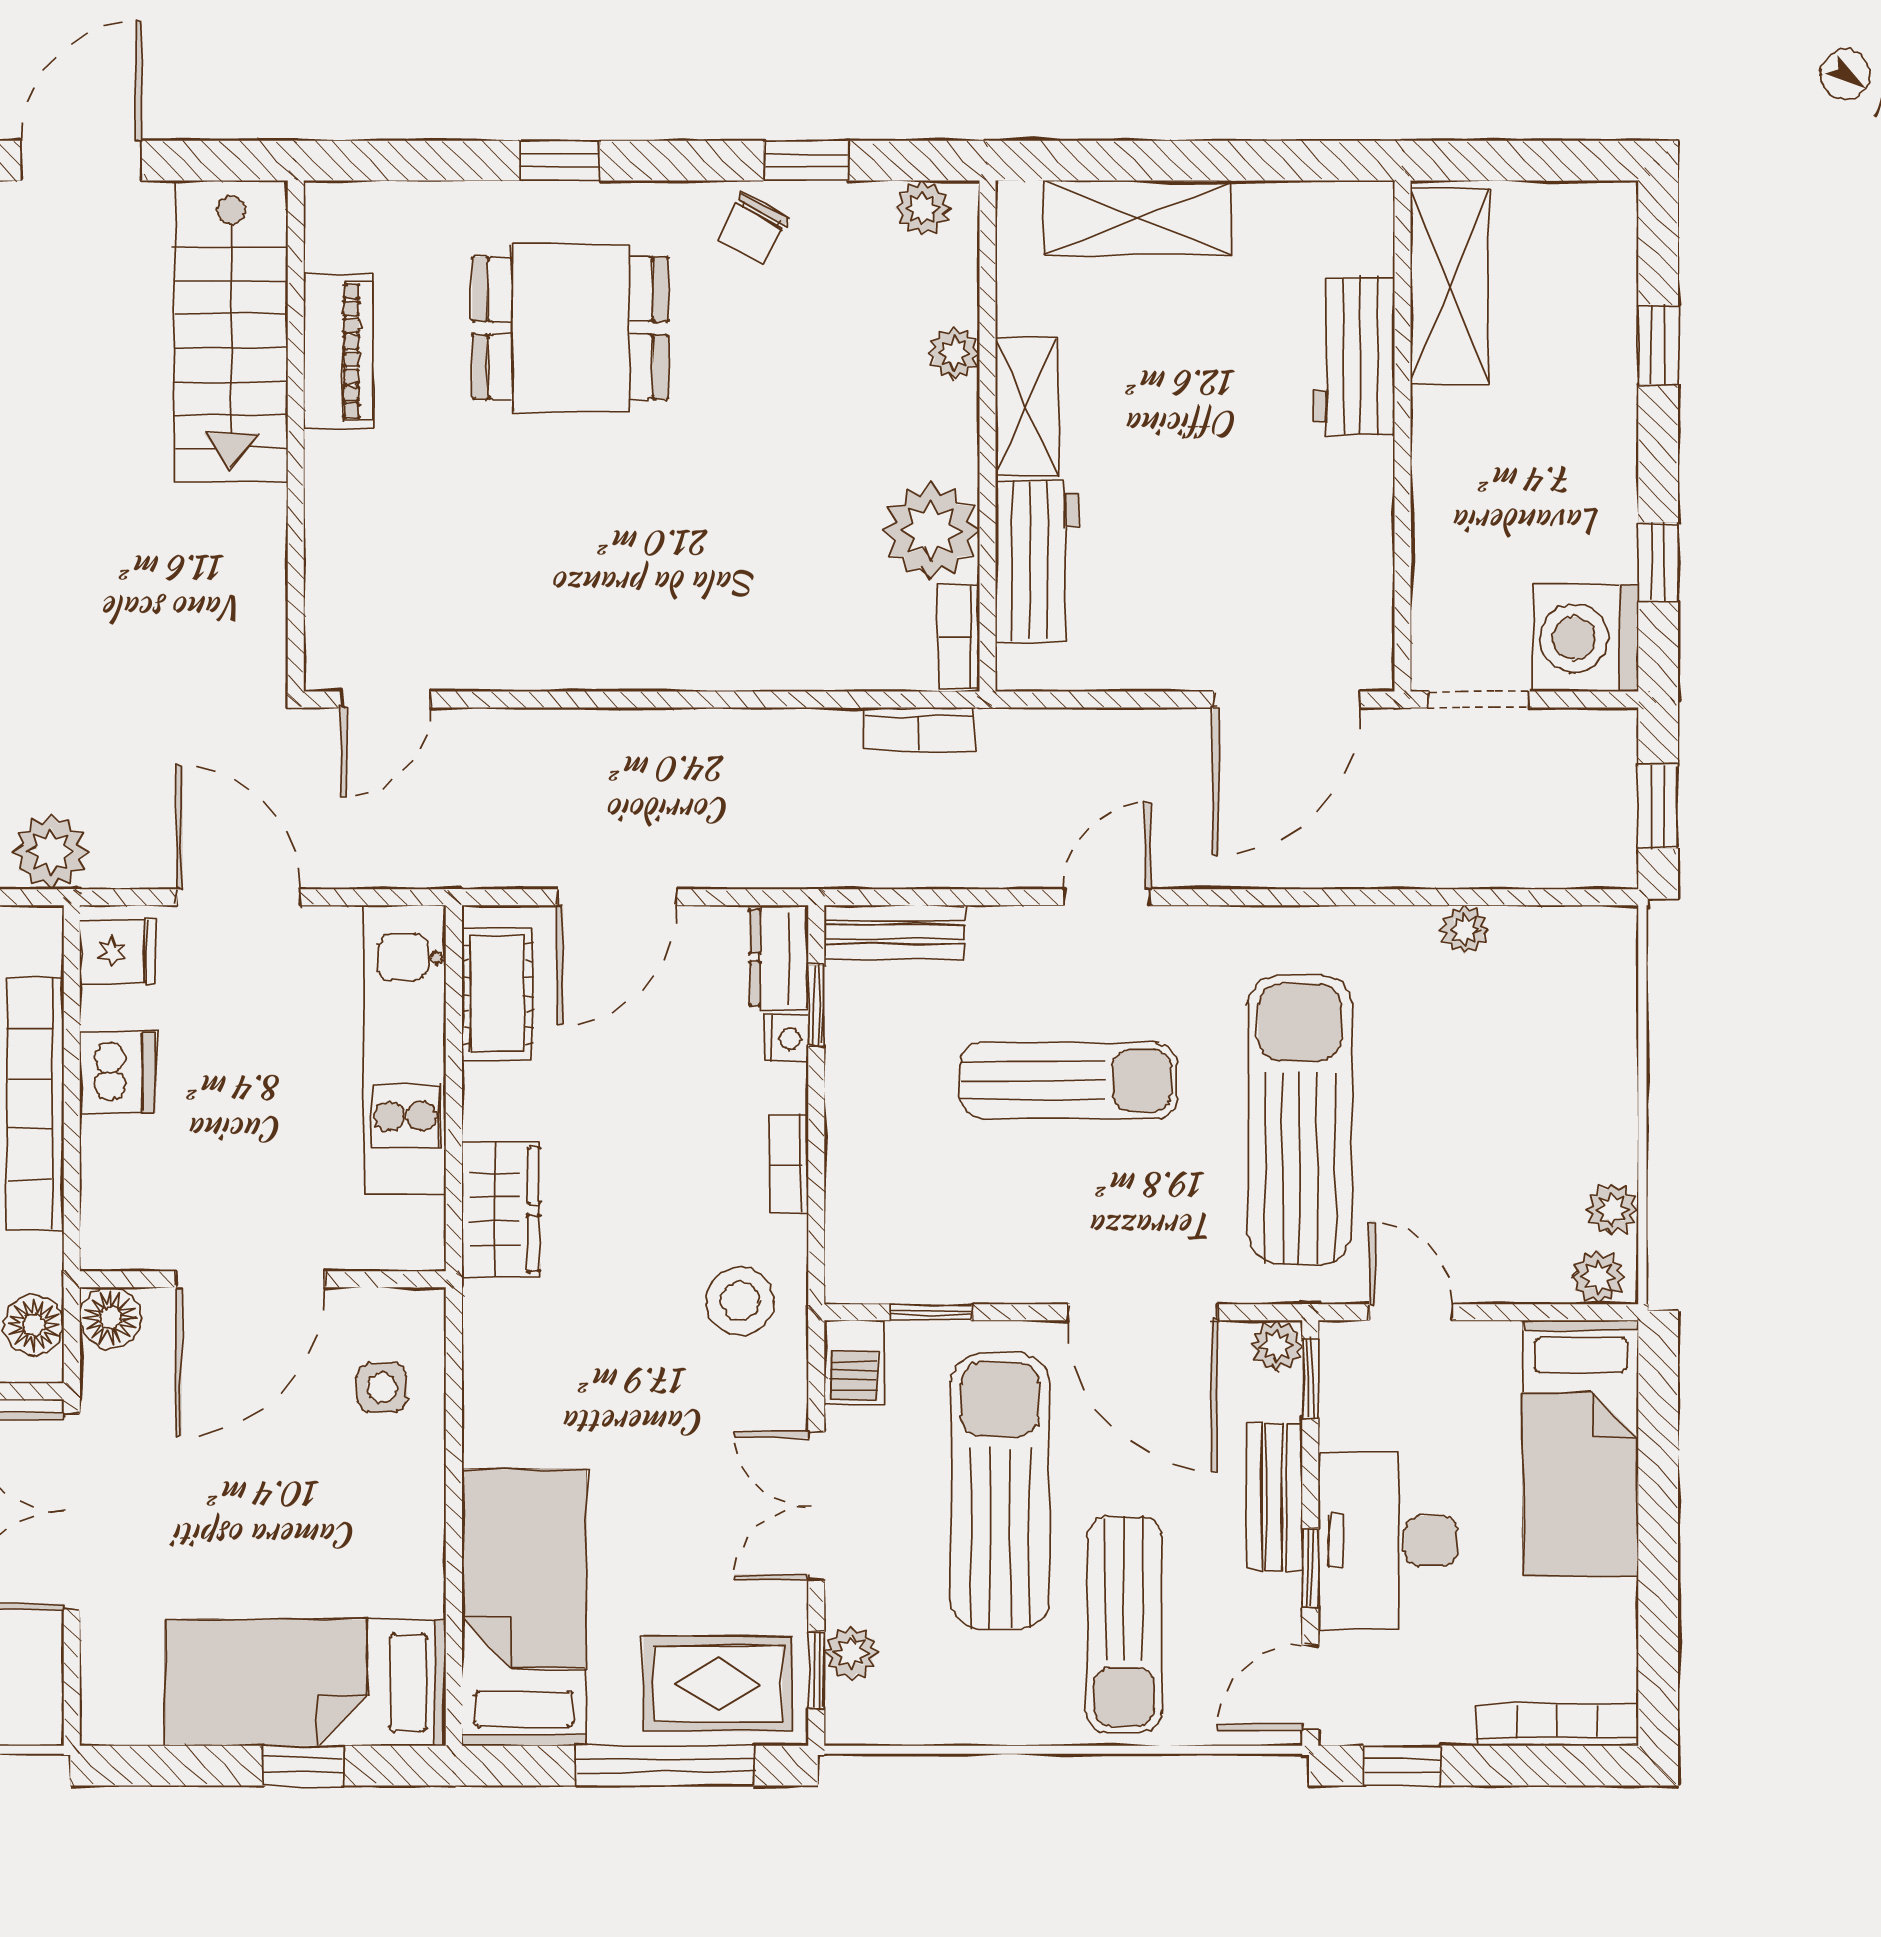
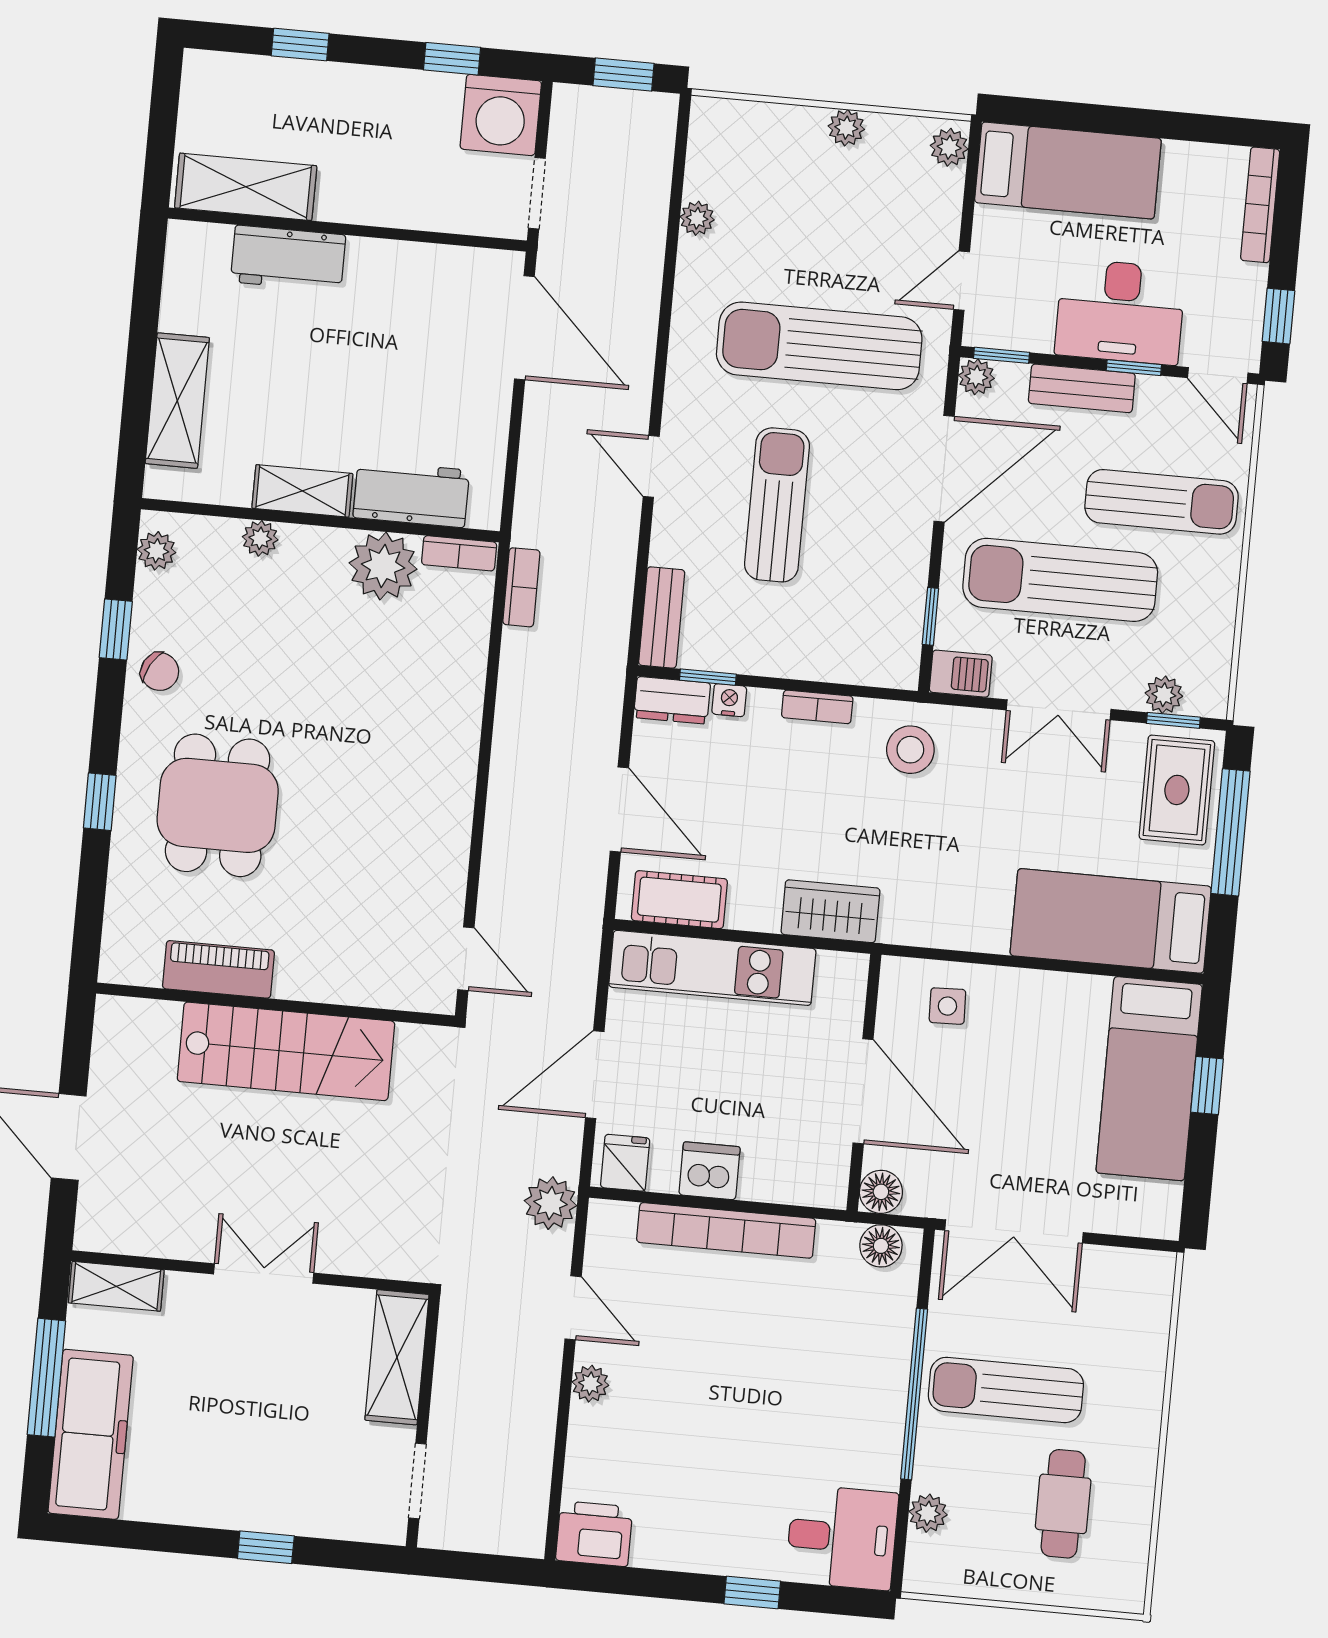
stairs: (231, 331) -> (286, 1051), moved
plant: (1612, 1209) -> (846, 128), moved

